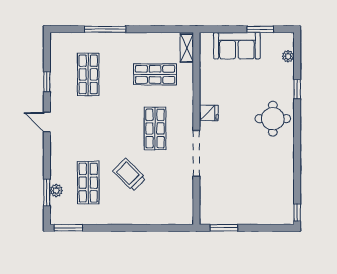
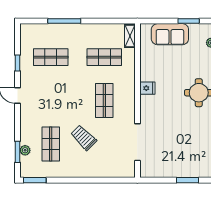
shop shelf: (88, 74) -> (51, 57), turned 90
doorway: (196, 153) -> (137, 142), moved
window: (224, 228) -> (187, 180), moved

